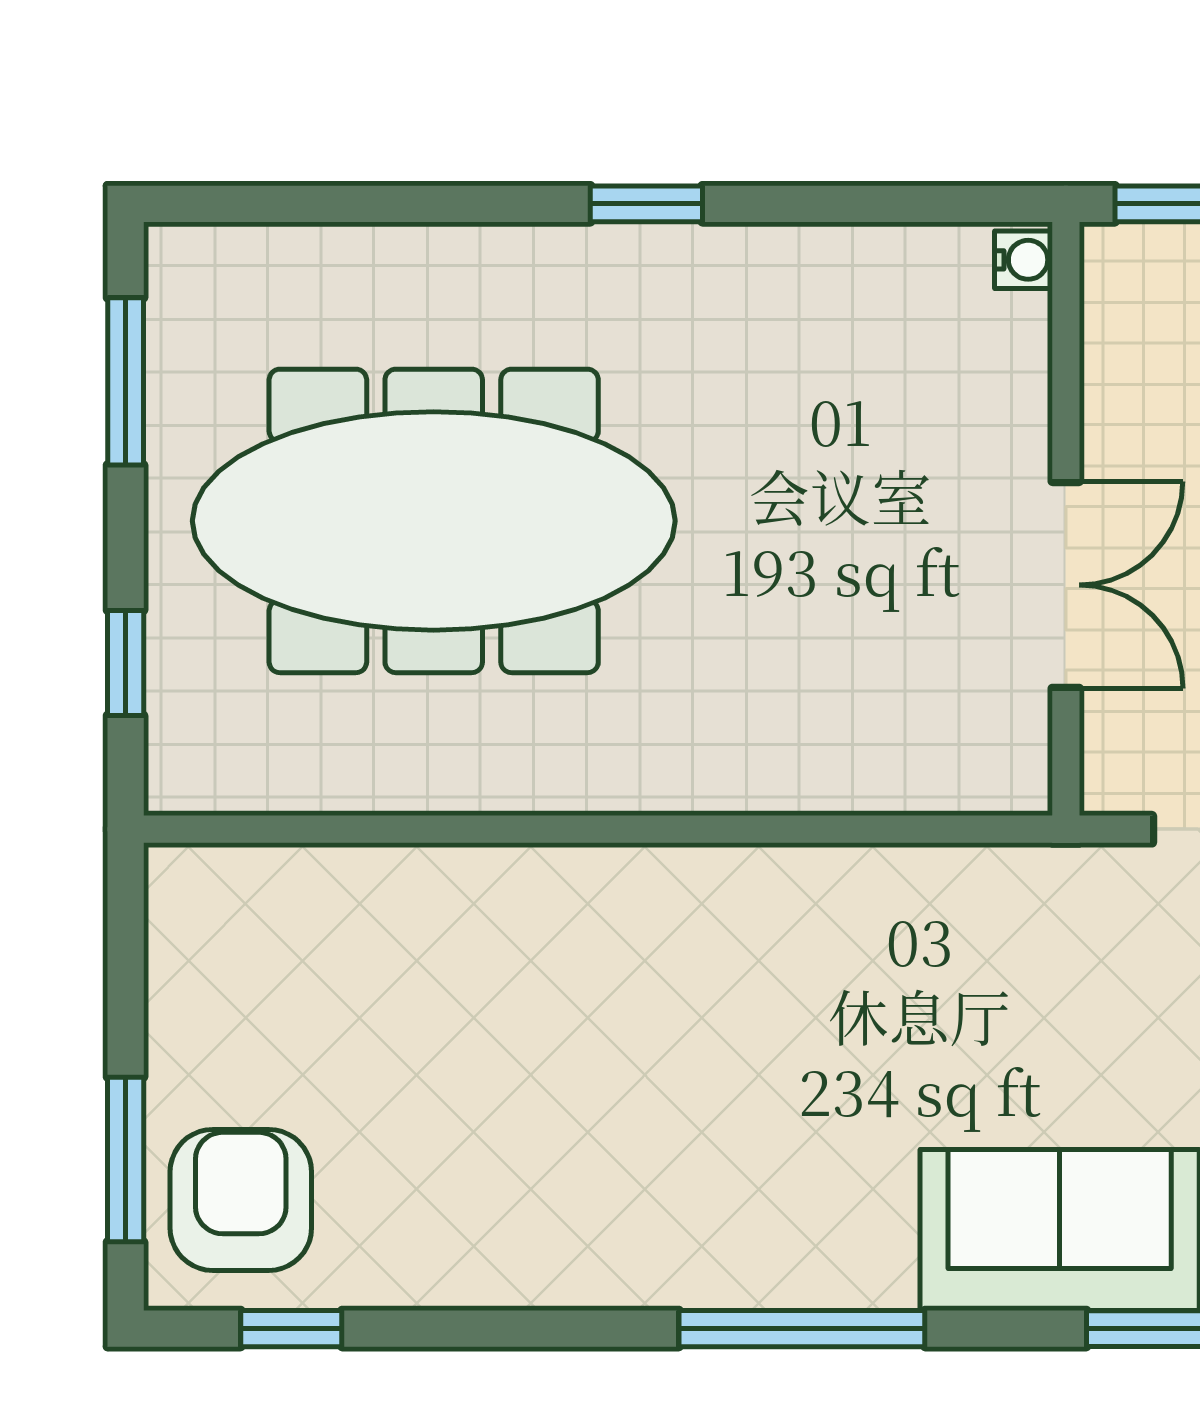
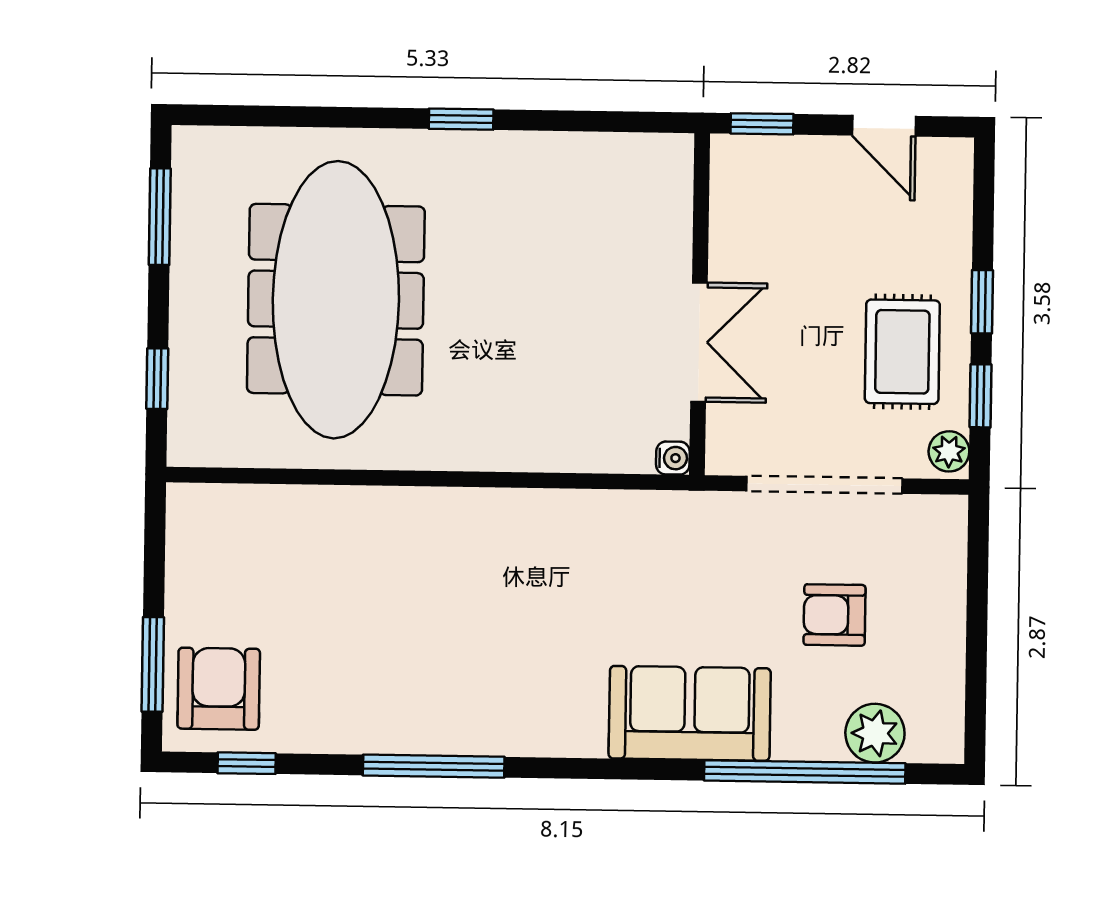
water cooler: (1023, 260) -> (673, 458), moved
meeting table: (434, 521) -> (336, 300), turned 90
window: (802, 1329) -> (434, 766), moved

